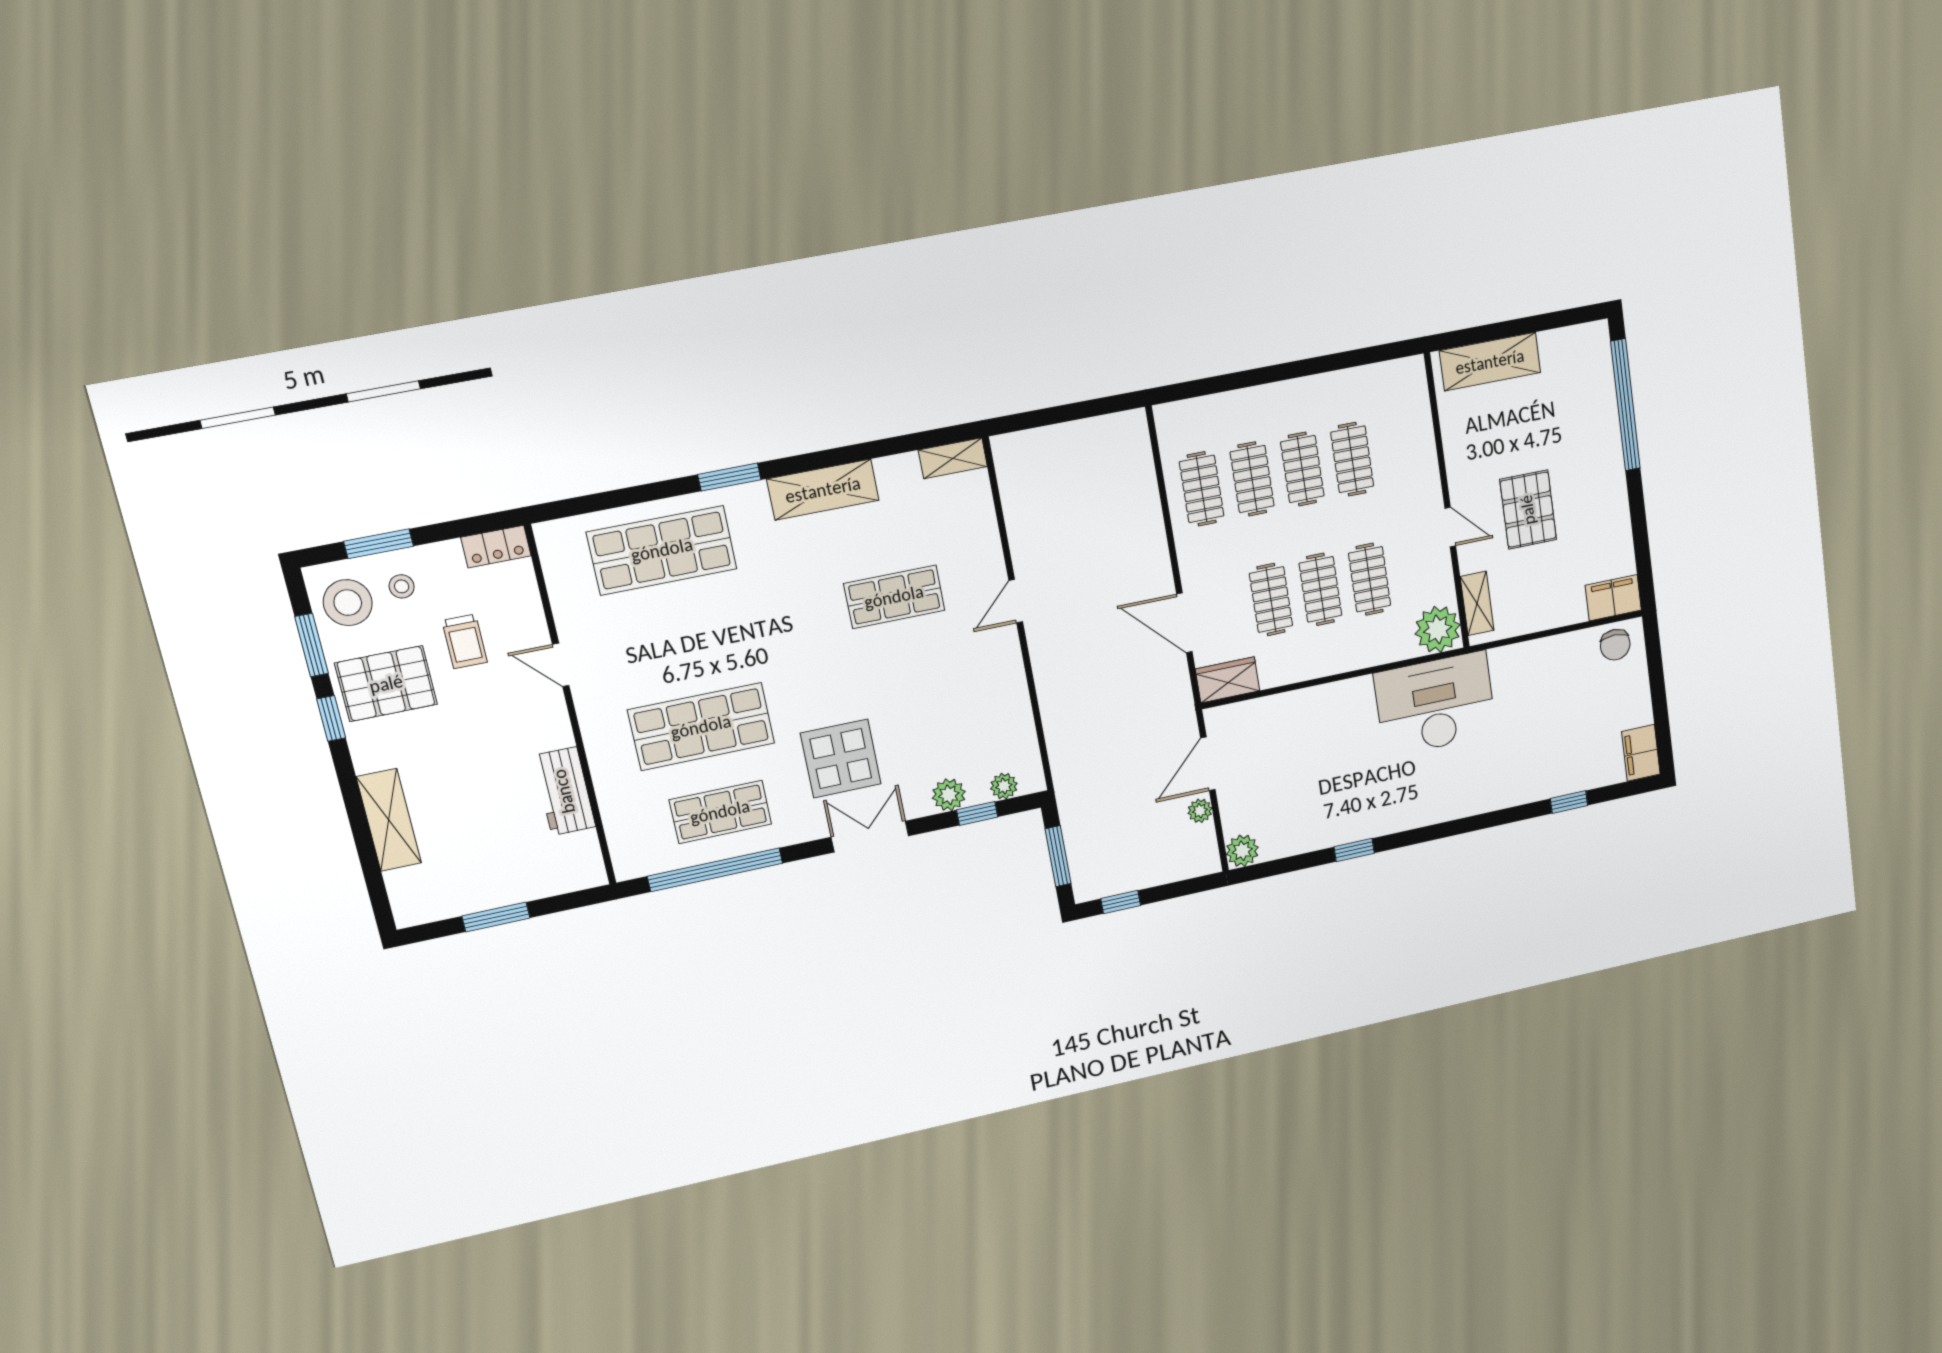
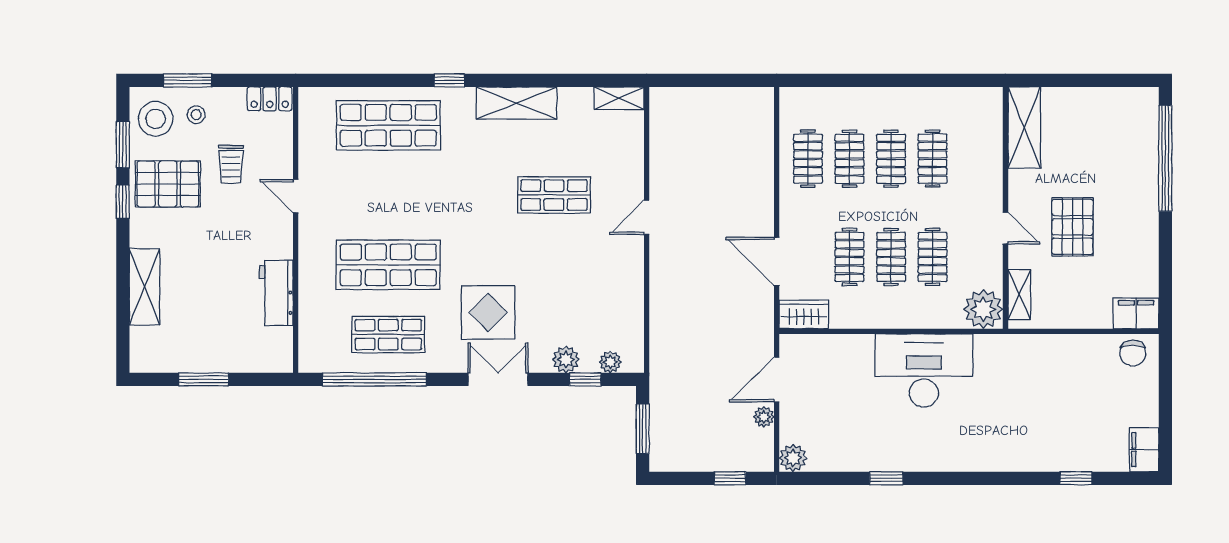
shelving: (1490, 362) -> (1024, 128), moved, turned 90
window: (729, 477) -> (449, 80), width x0.67
desk: (1435, 704) -> (924, 370), moved
window: (1121, 902) -> (730, 478), moved

